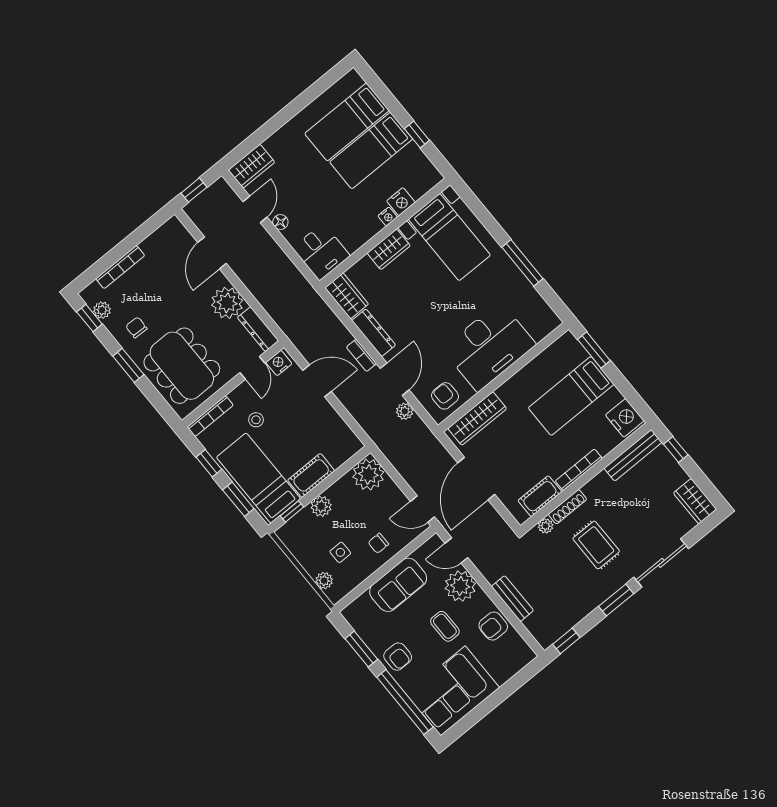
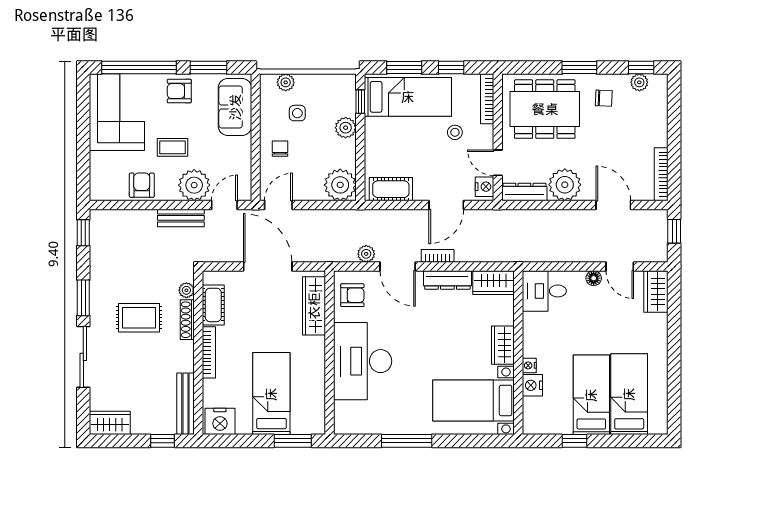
bookcase: (120, 267) -> (661, 174), moved
cot: (311, 475) -> (391, 189), moved, turned 90
sofa: (398, 585) -> (235, 107), moved
bench: (512, 599) -> (181, 218), moved

